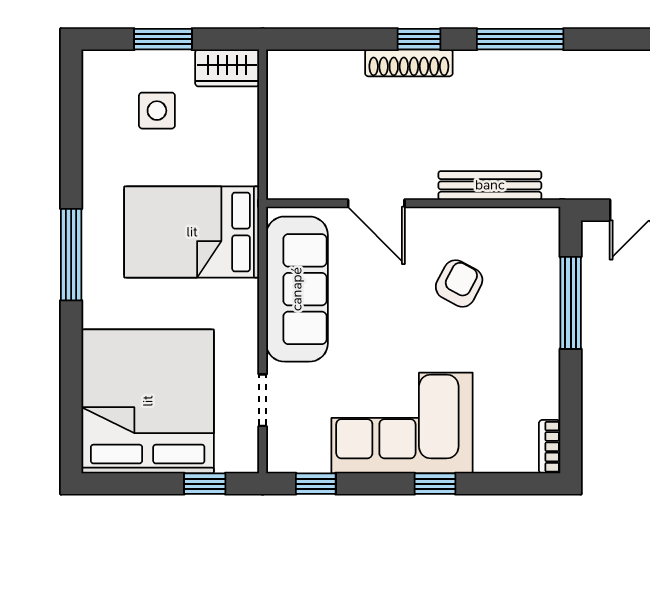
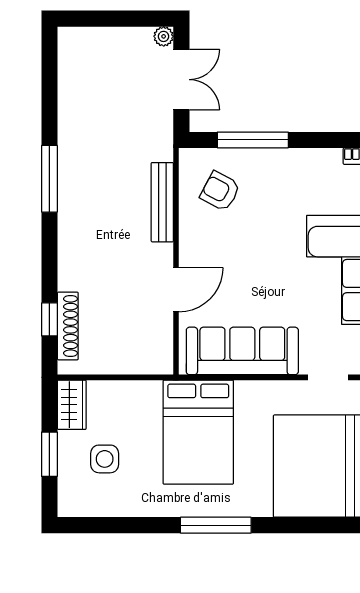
window: (419, 39) -> (49, 319), moved
shoe rack: (409, 63) -> (68, 326), moved
armchair: (459, 283) -> (220, 191), moved

